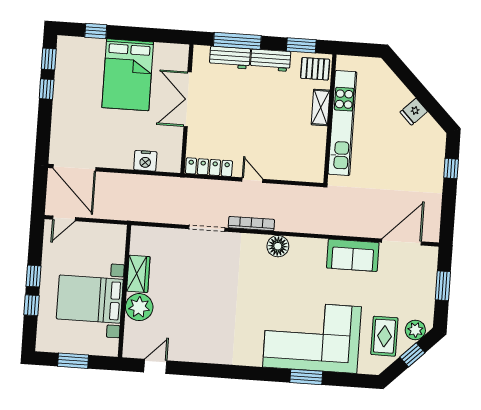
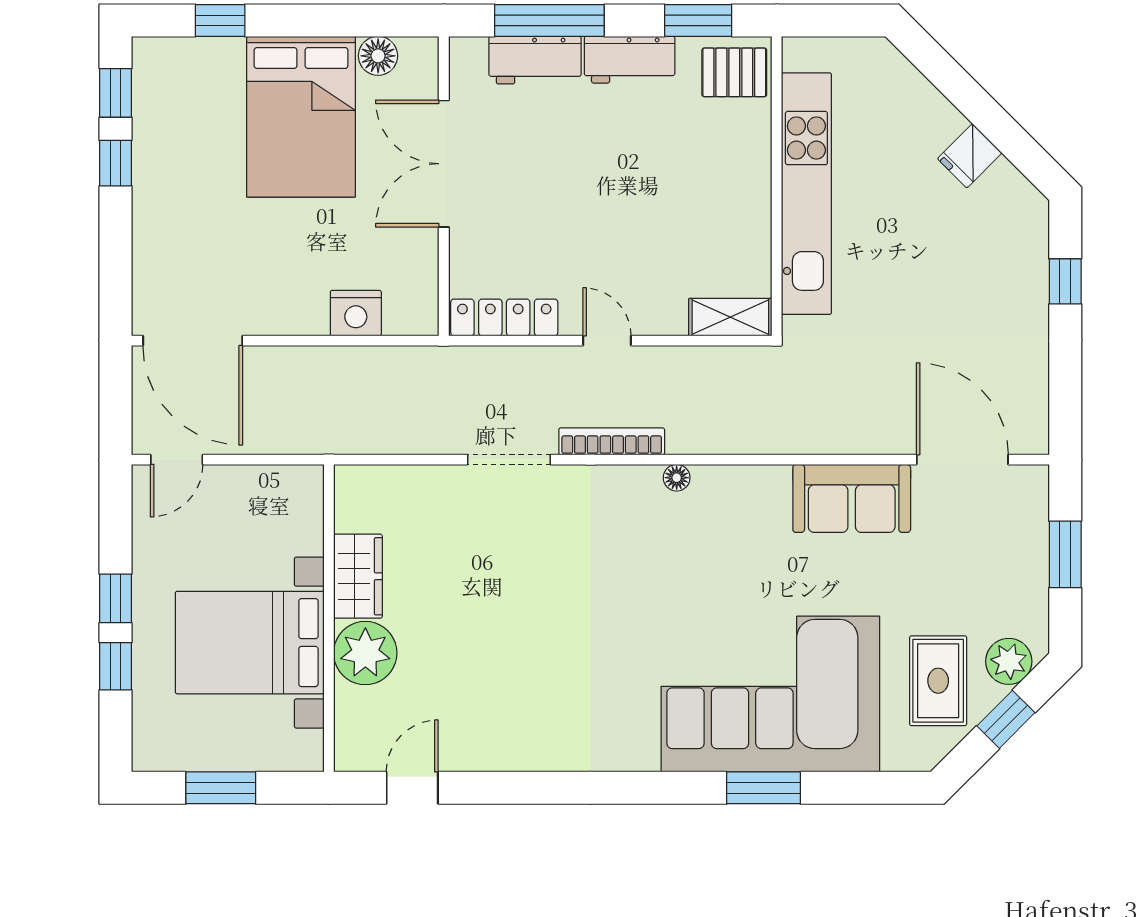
floor lamp: (163, 51) -> (378, 56), added
shelving: (321, 107) -> (730, 317), moved, turned 90
door: (401, 242) -> (962, 460), hinge flipped
floor lamp: (278, 246) -> (677, 478), width x0.53, depth x0.53

